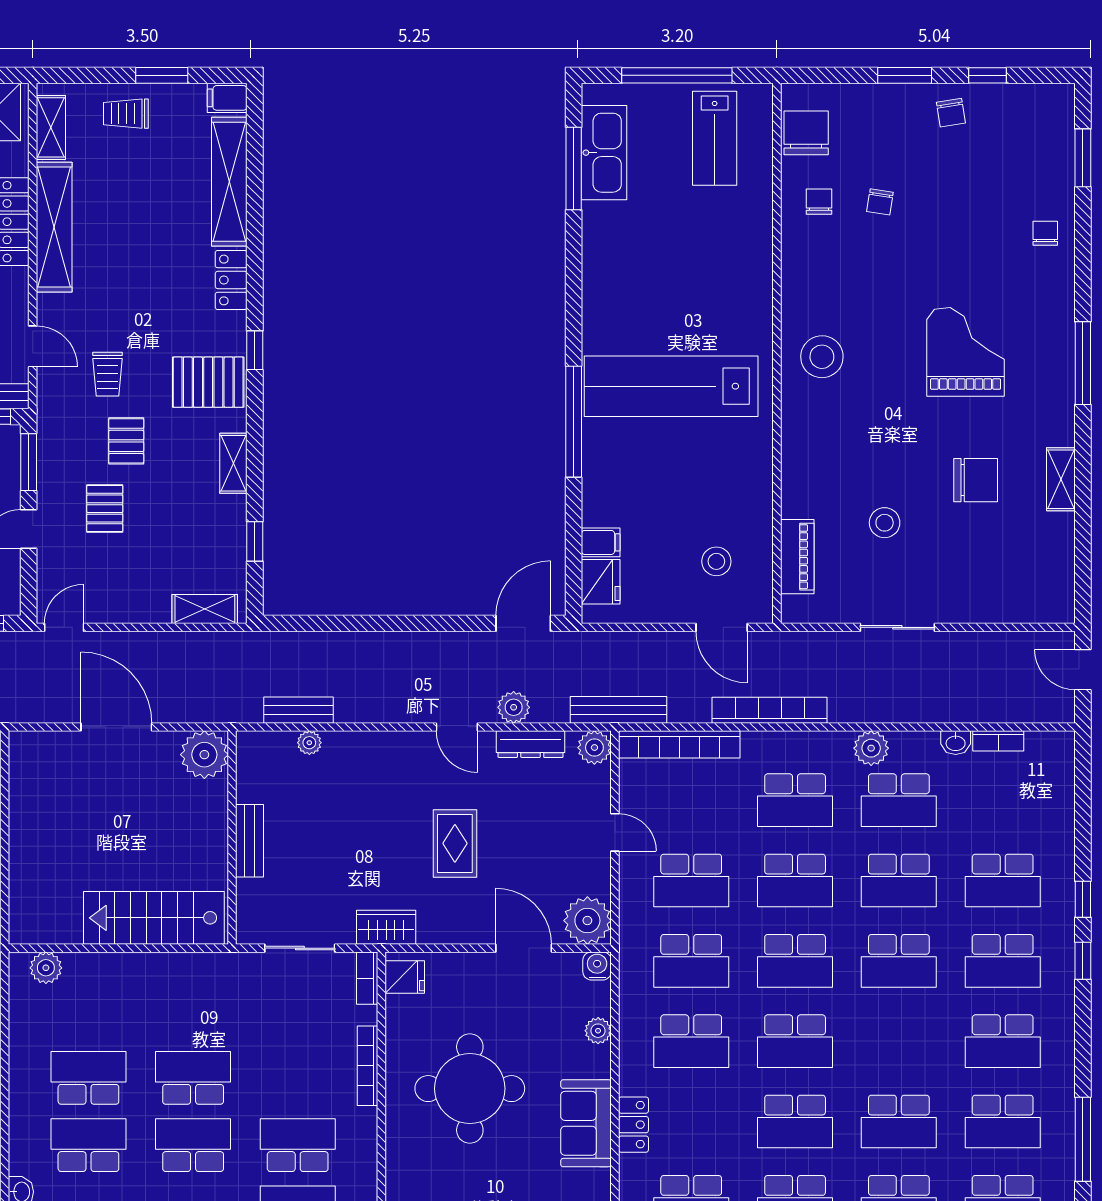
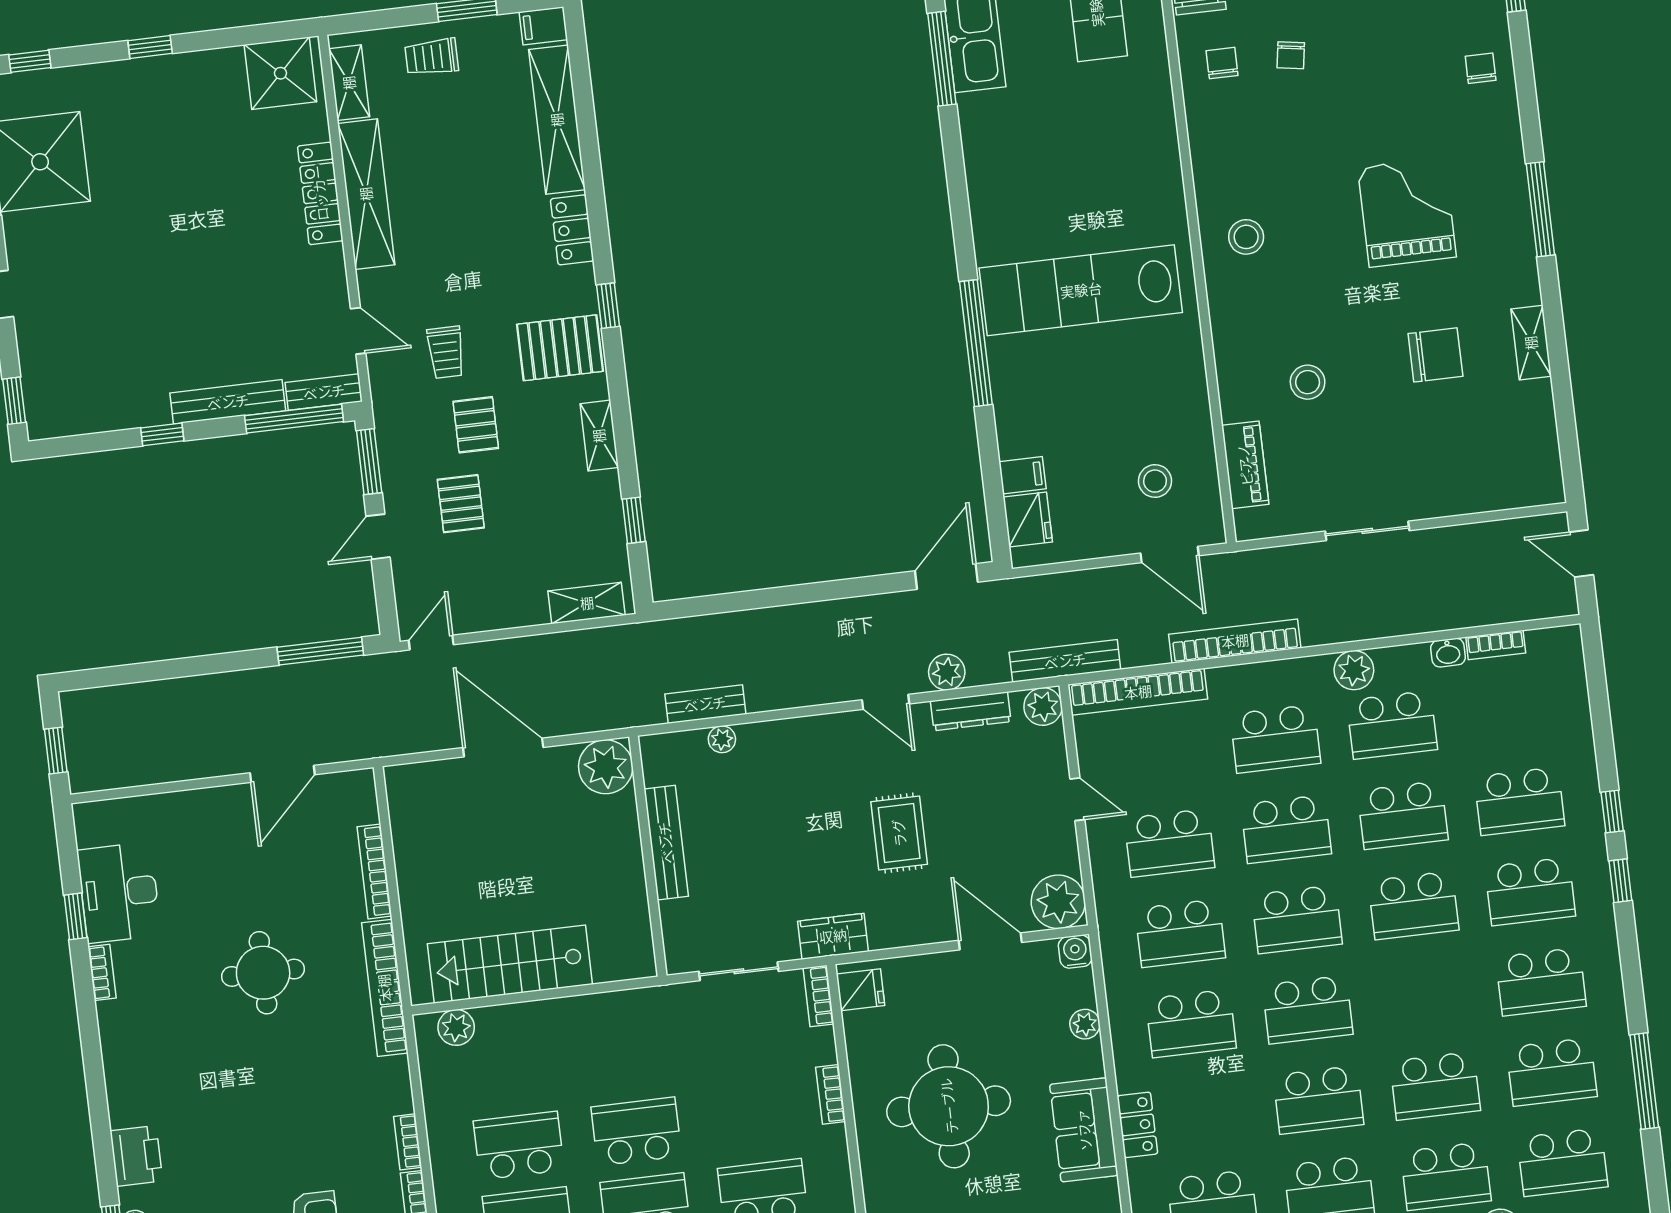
stool: (822, 357) -> (1246, 237), width x0.73, depth x0.73
stool: (885, 523) -> (1308, 382), moved
bench: (250, 841) -> (666, 843), width x1.36
stairs: (154, 918) -> (510, 964), moved
bookcase: (368, 1066) -> (831, 1094), width x0.64

